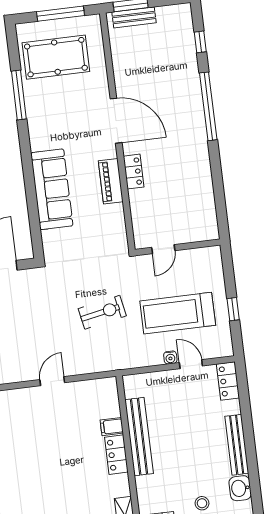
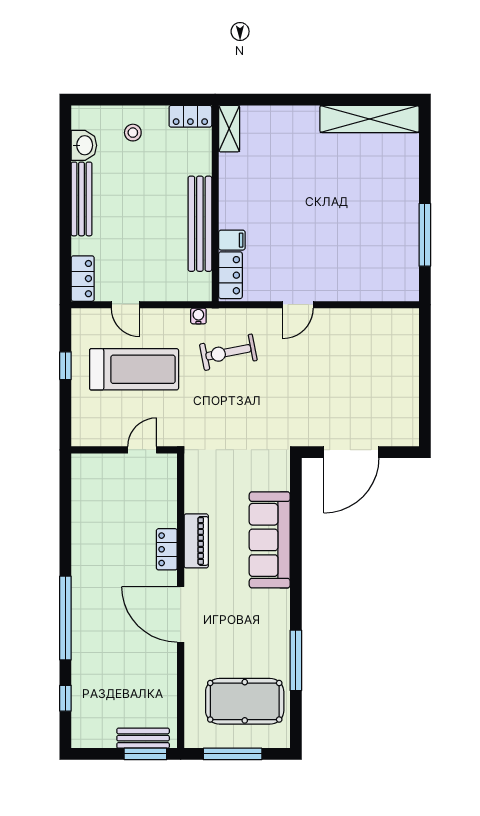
exercise bike: (102, 312) -> (228, 352), moved
water cooler: (170, 357) -> (198, 316), moved
locker: (116, 455) -> (230, 275), moved

